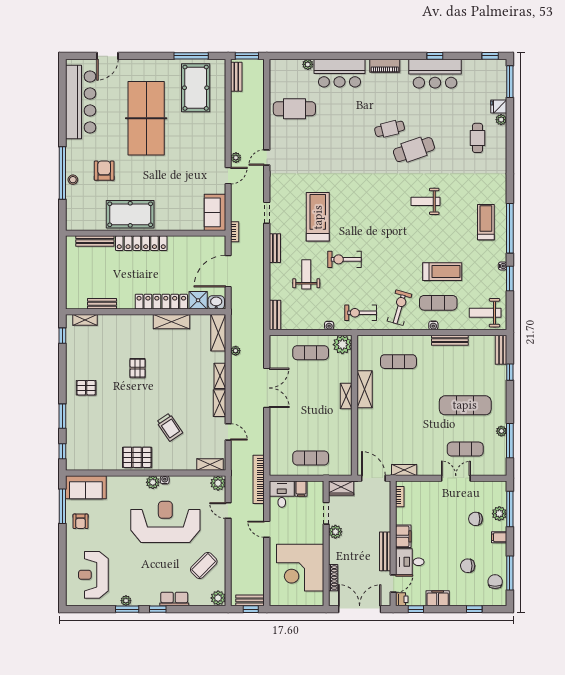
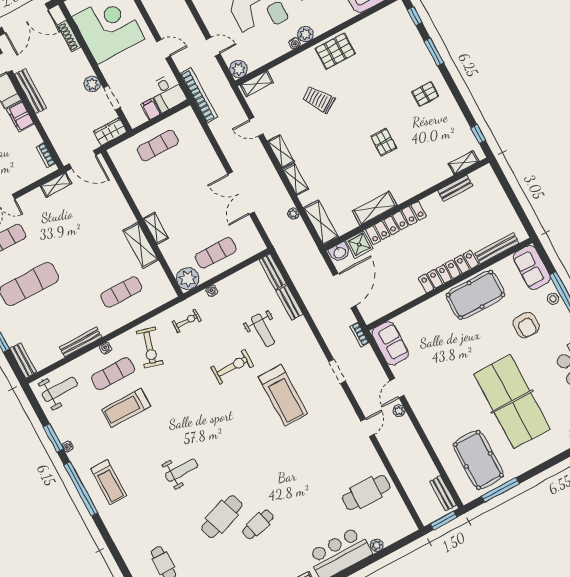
sofa: (76, 212) -> (532, 268), added
bench: (275, 248) -> (289, 303), moved
exercise bike: (361, 313) -> (187, 321), width x0.73, depth x0.72

